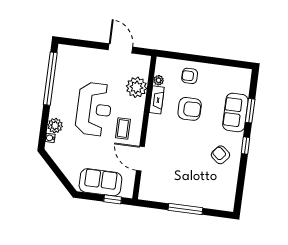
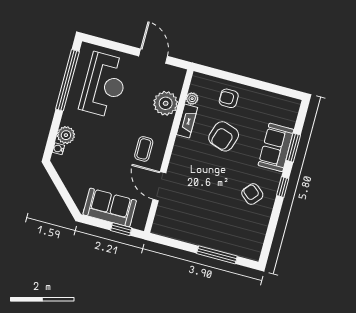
reception desk: (94, 109) -> (104, 85), moved
armchair: (190, 109) -> (224, 136), turned 108
window: (185, 209) -> (217, 255), moved

